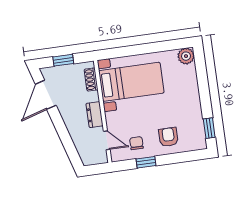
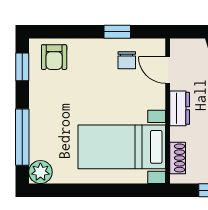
window: (202, 79) -> (22, 137), added
armchair: (168, 137) -> (54, 57), moved

